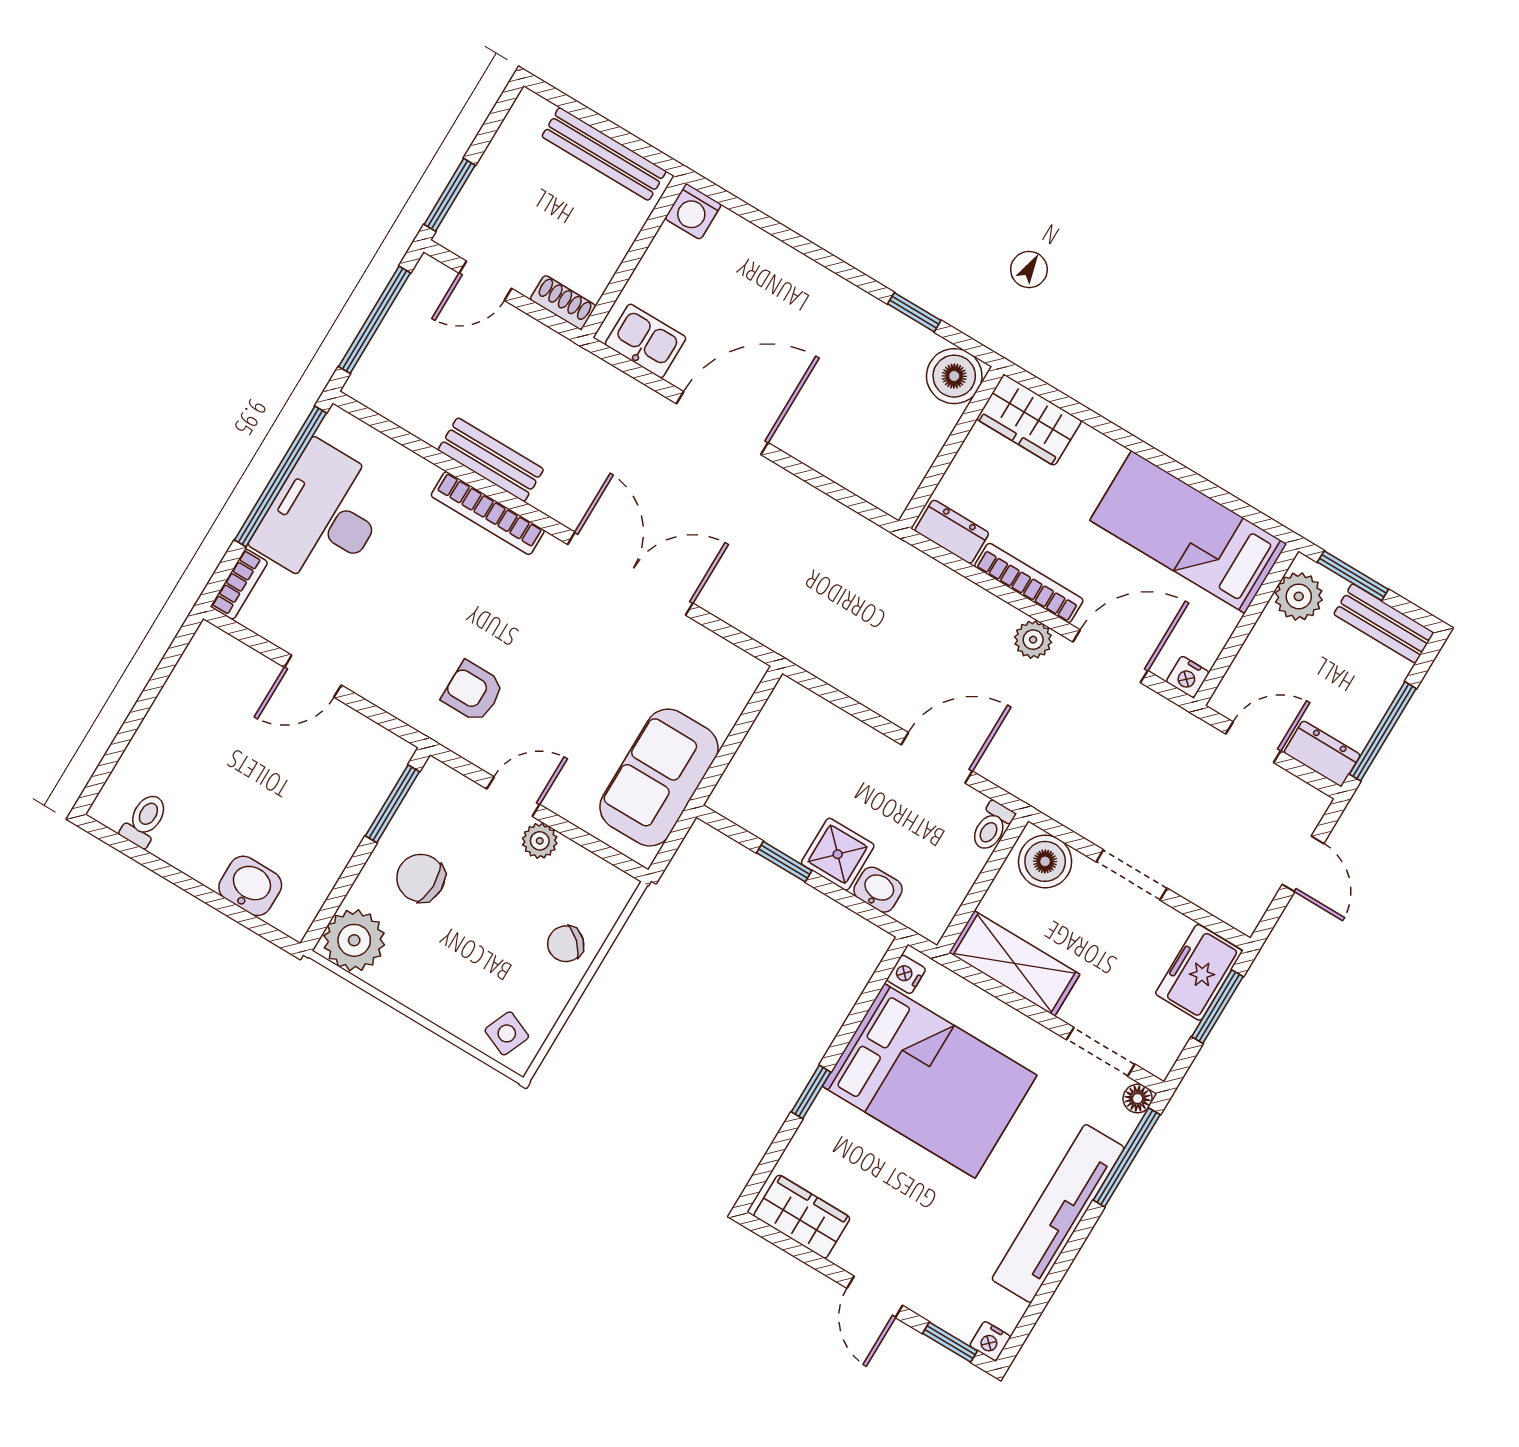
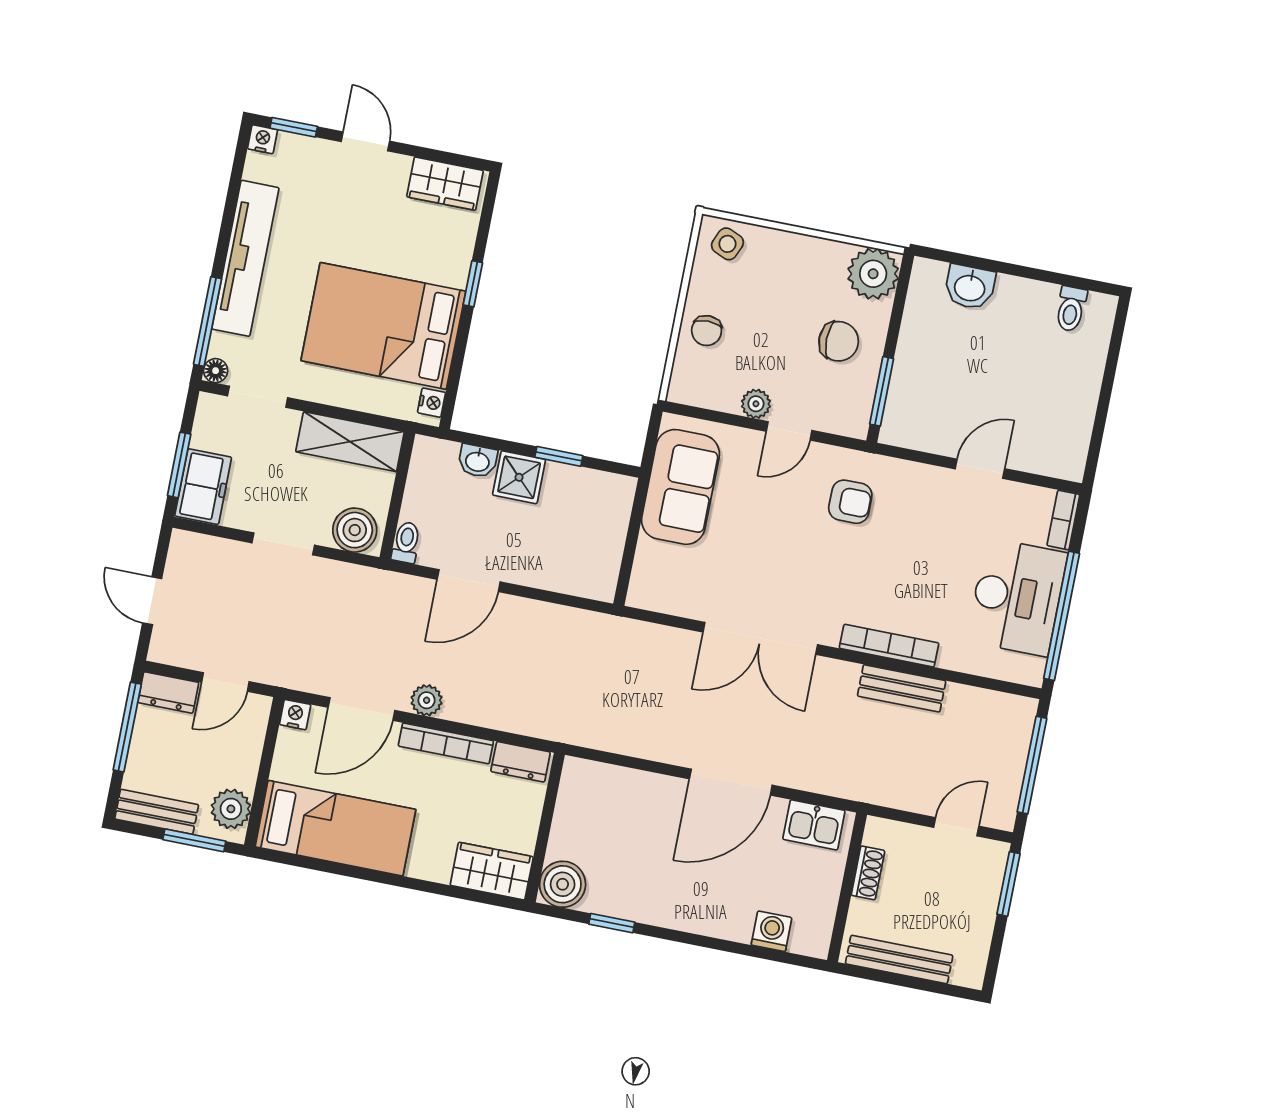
washing machine: (693, 211) -> (771, 931), moved
shoe rack: (563, 303) -> (868, 873), moved, turned -90
chair: (566, 944) -> (707, 331), turned 137

